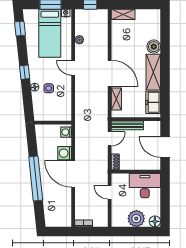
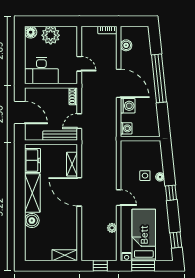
boiler: (66, 209) -> (126, 45), added

